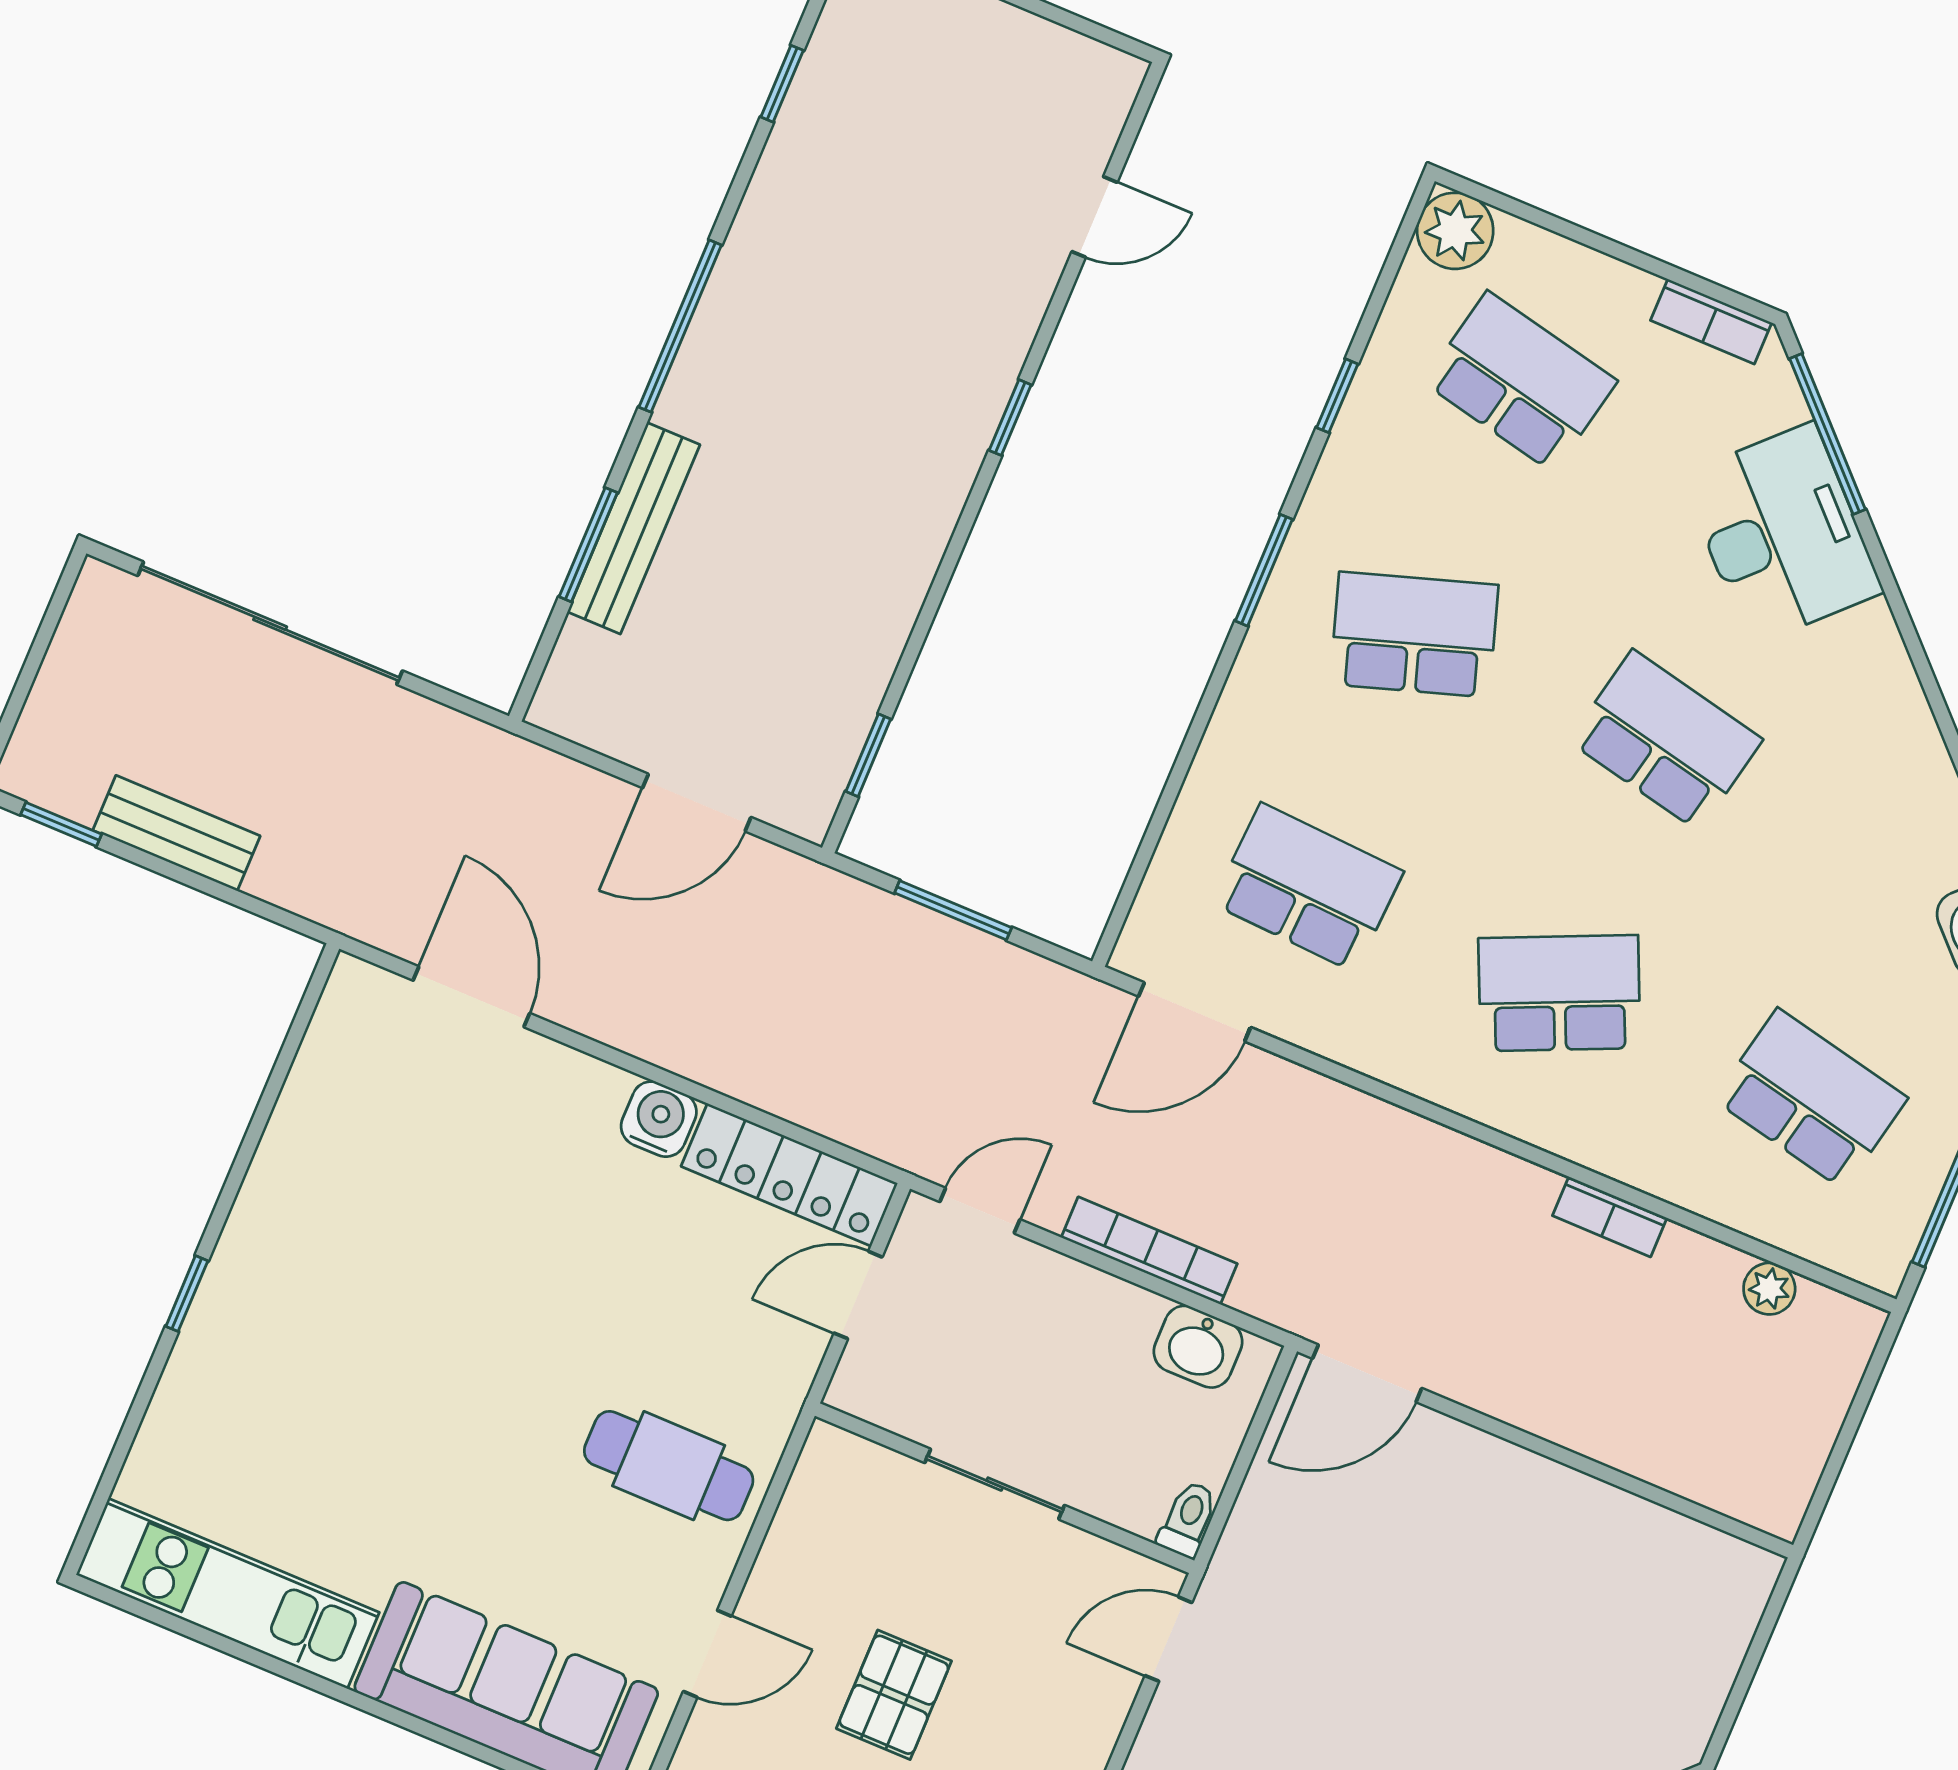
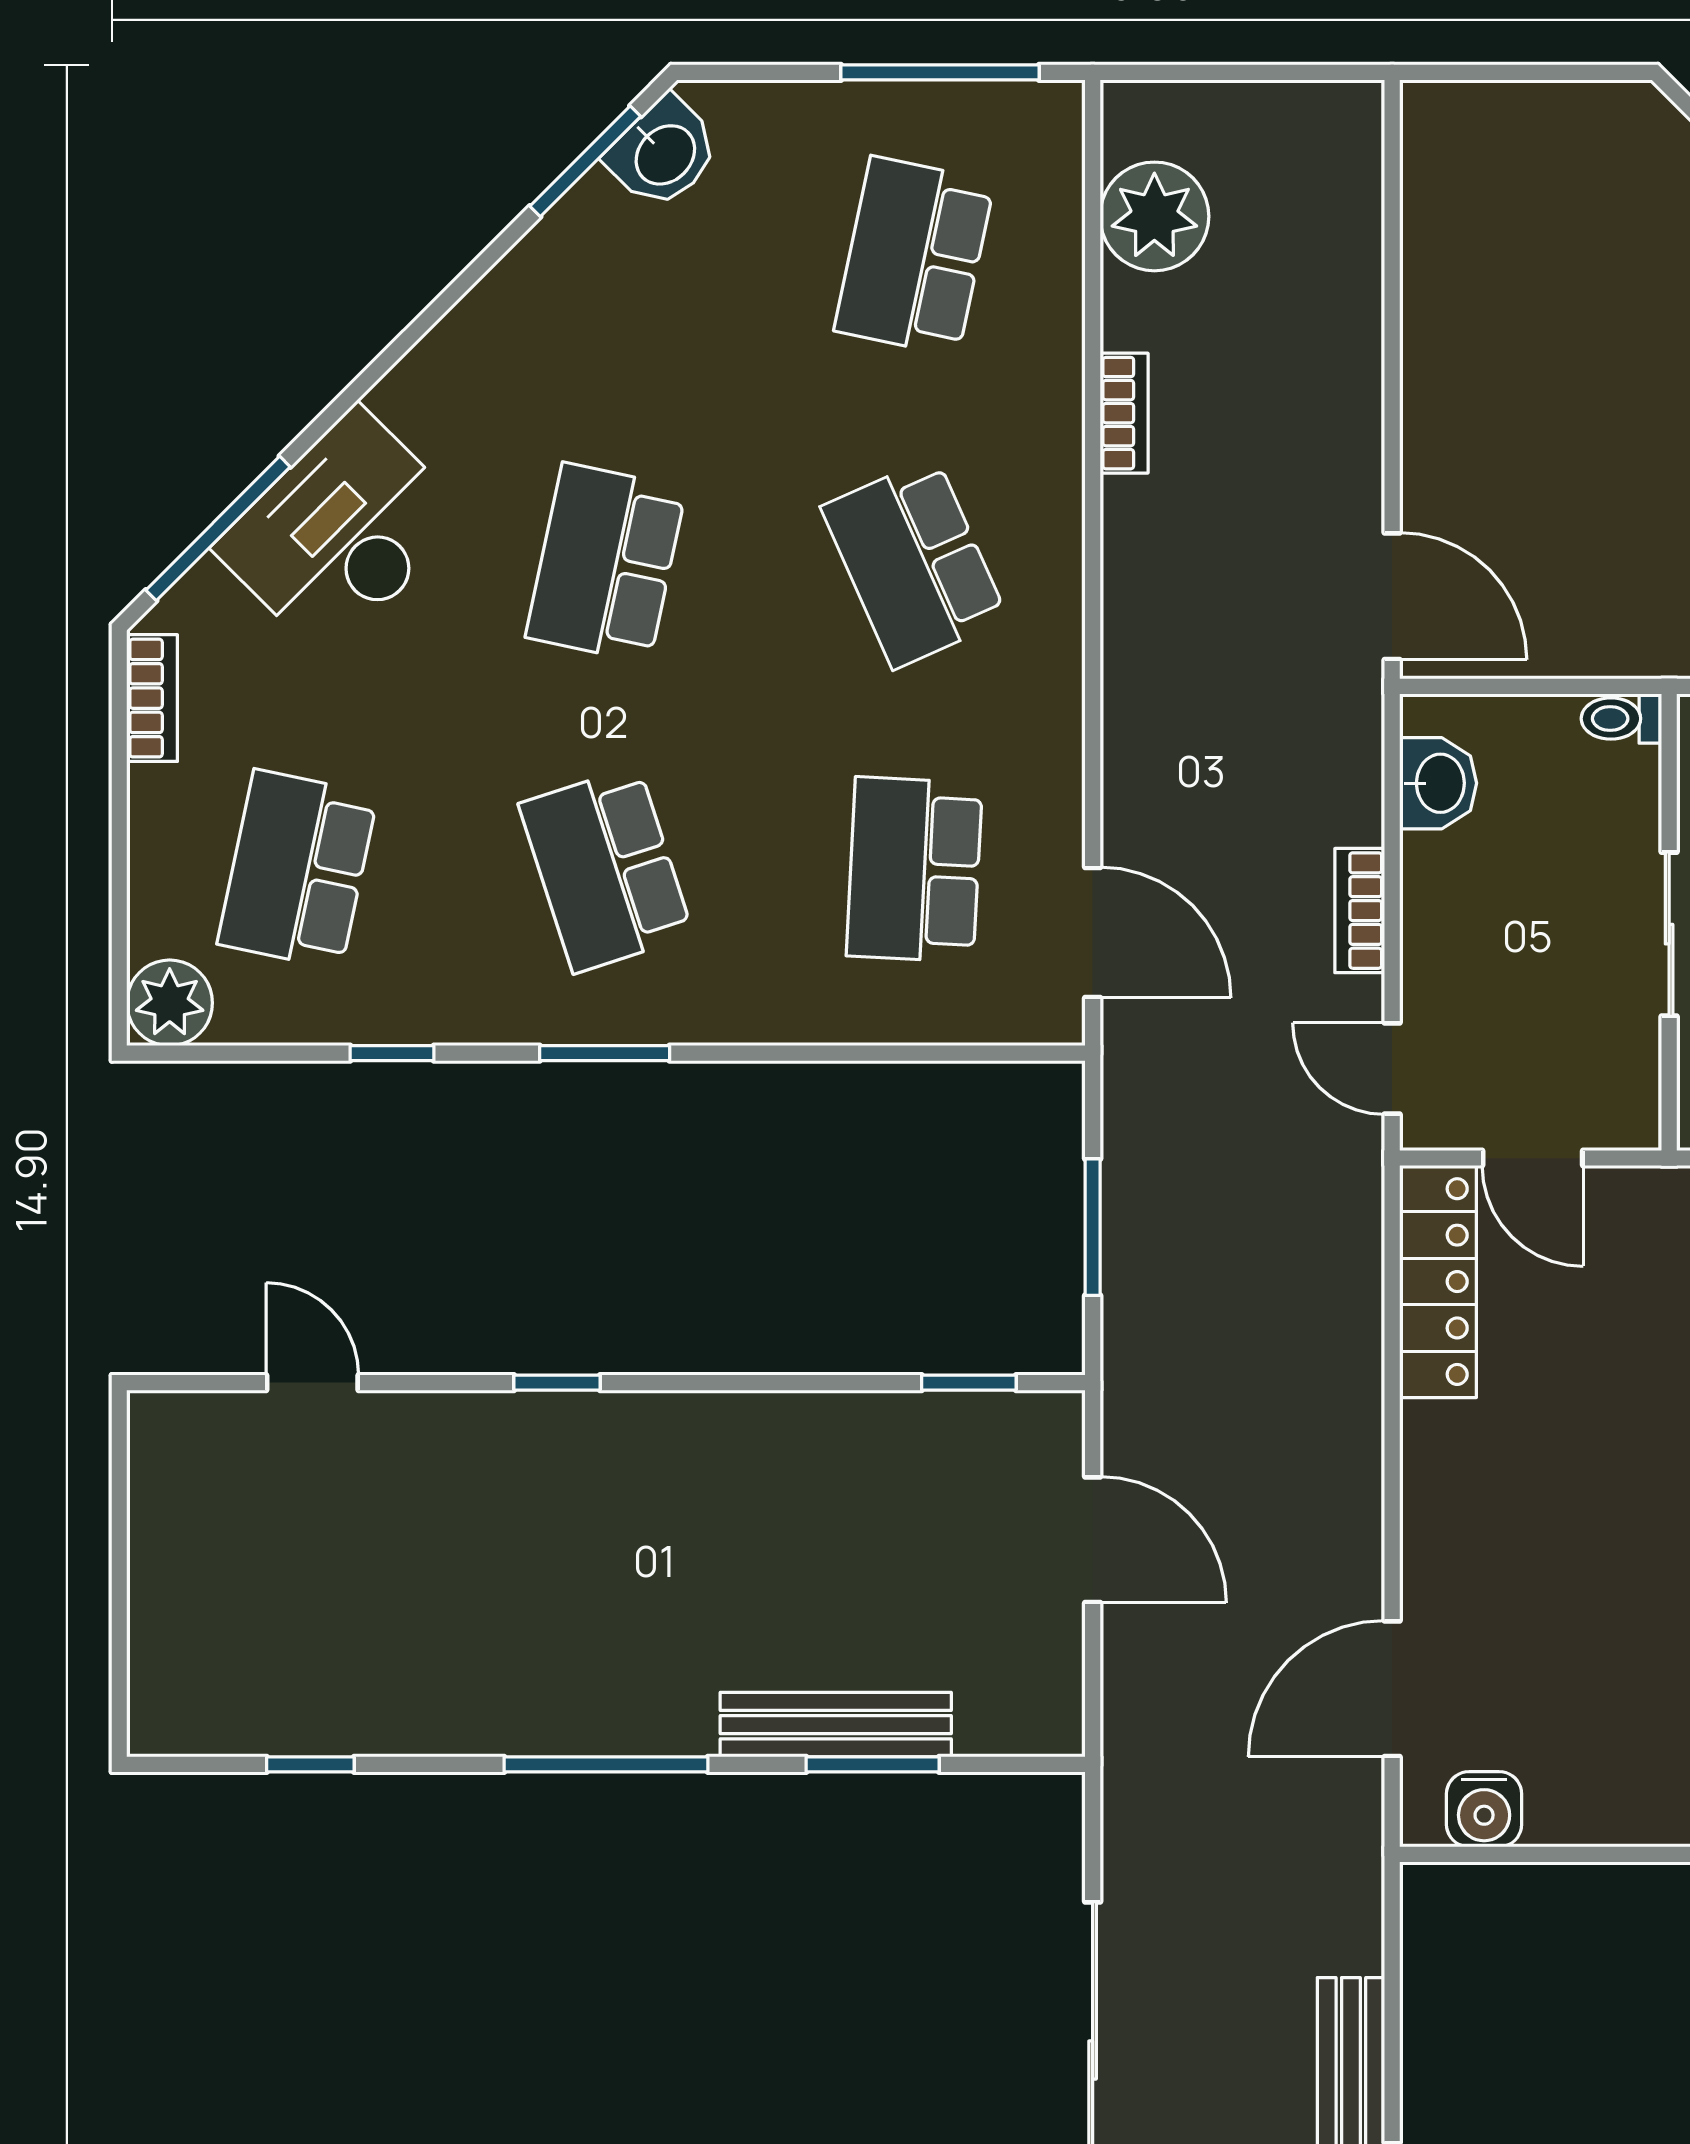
water cooler: (659, 1119) -> (1484, 1809), moved, turned -90
bookcase: (1149, 1251) -> (1360, 911), width x0.64
plant: (1769, 1289) -> (1154, 216), width x1.88, depth x1.88

